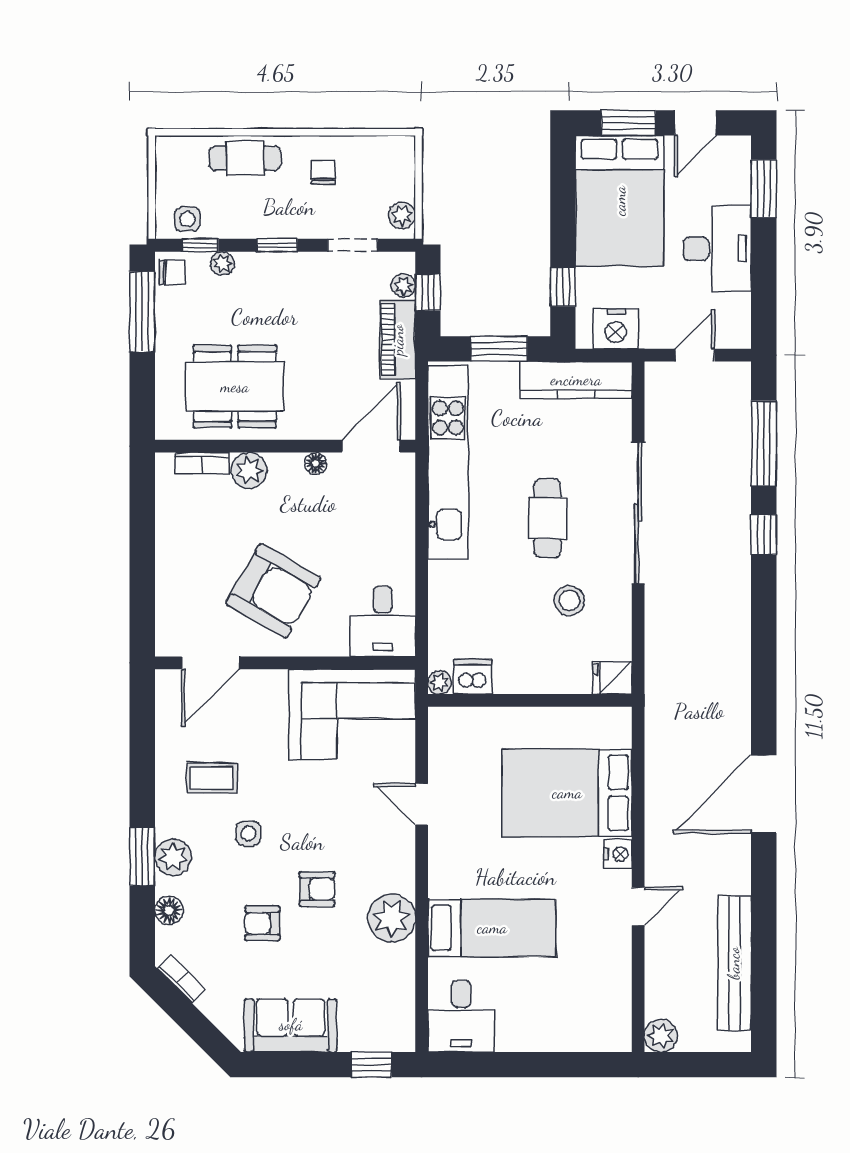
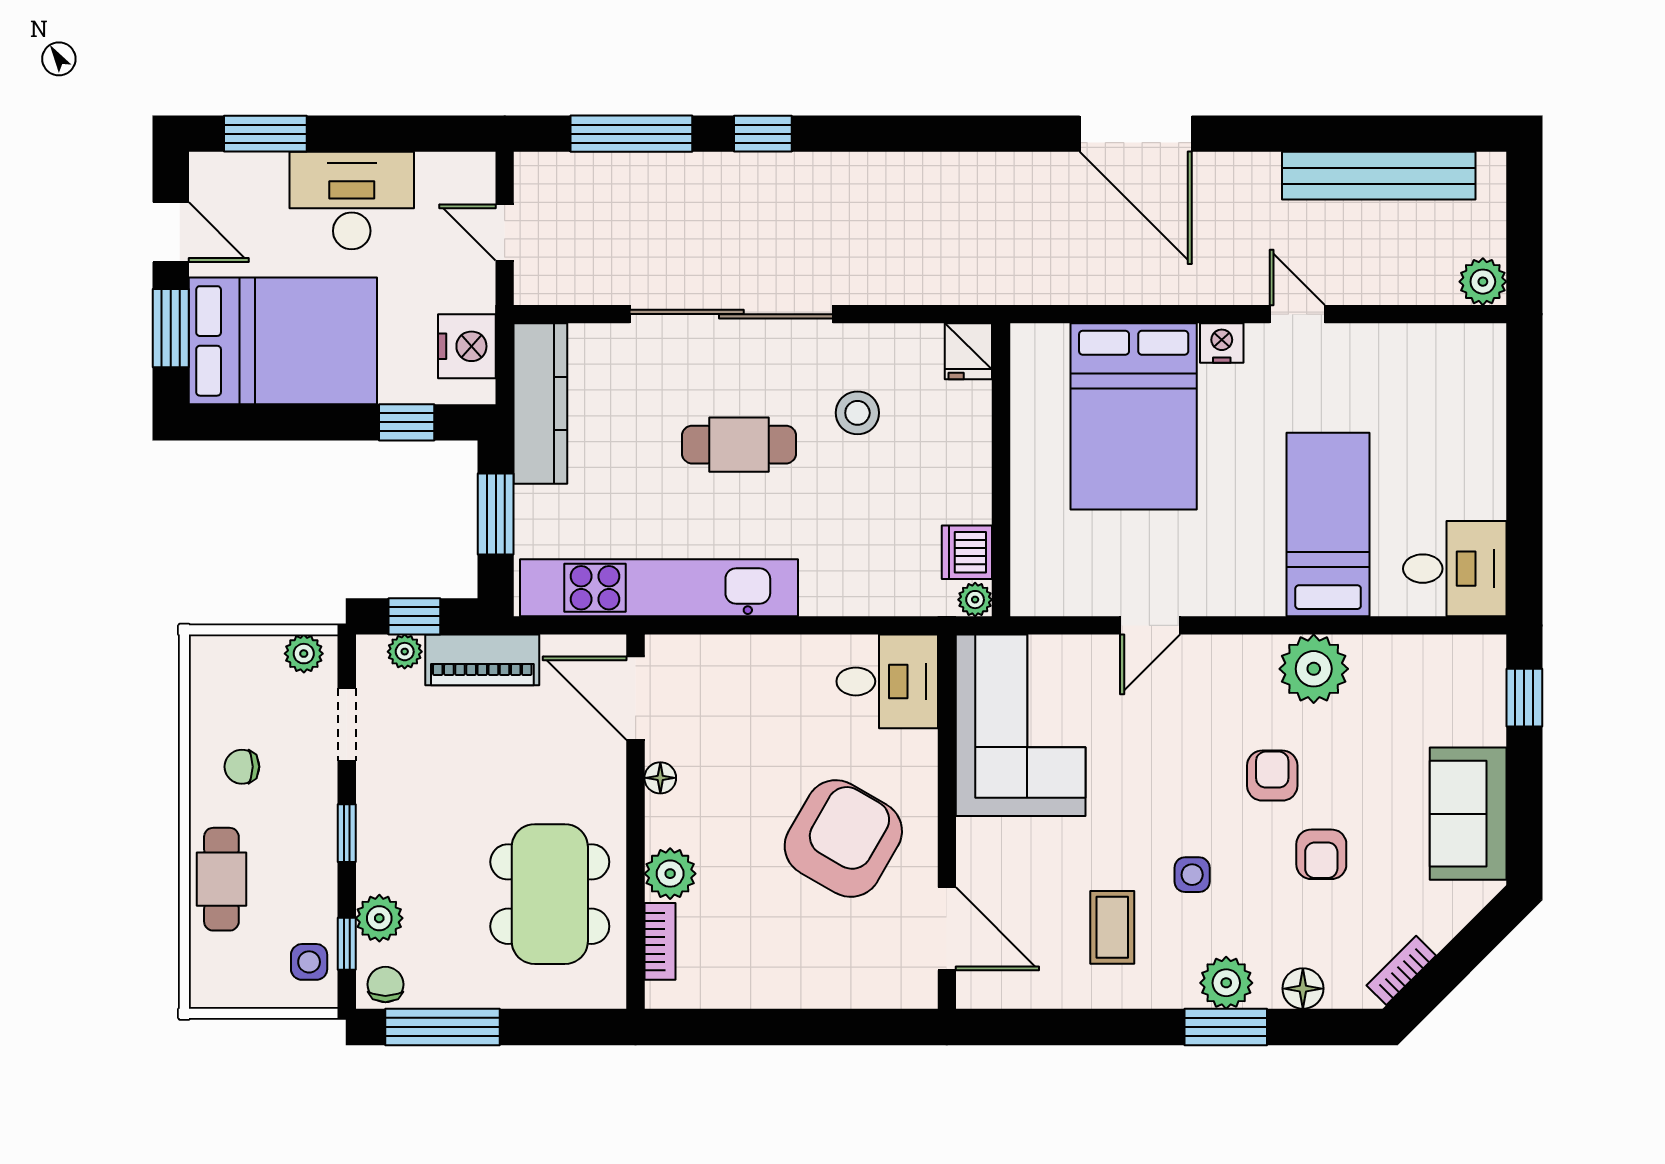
plant: (222, 263) -> (379, 918), width x1.38, depth x1.38

